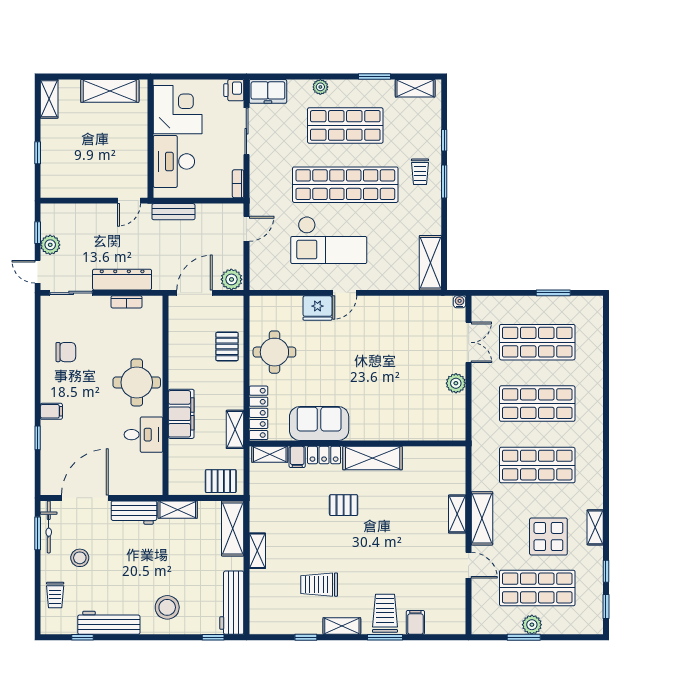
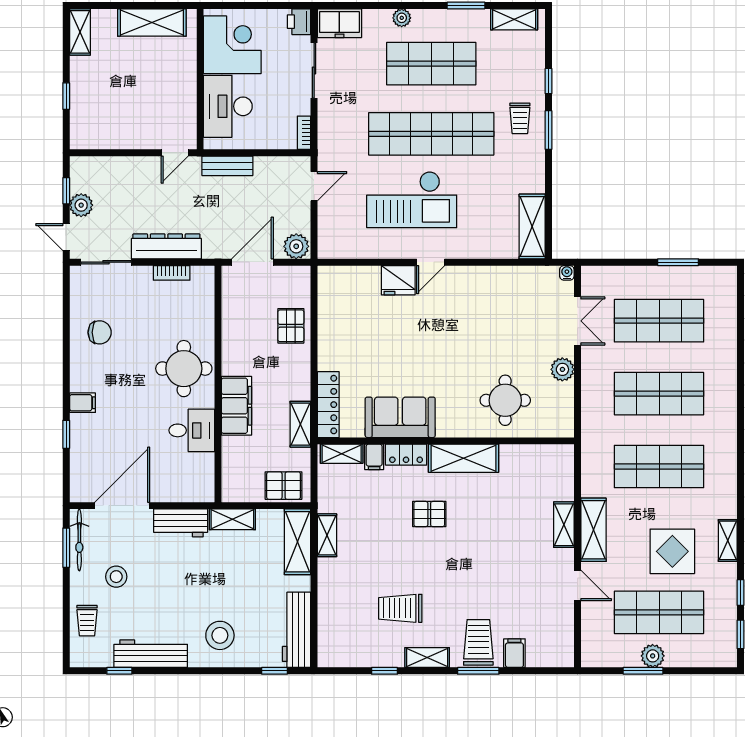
round table: (274, 352) -> (505, 400), moved
shelving: (257, 551) -> (327, 535), moved

